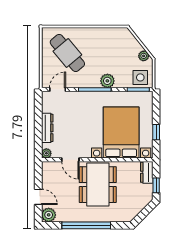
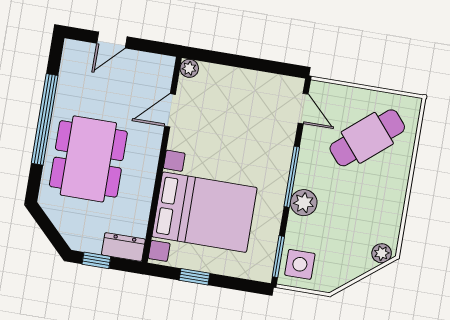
plant: (144, 56) -> (382, 253), moved
dresser: (47, 128) -> (236, 78), removed
dining table: (98, 185) -> (88, 159), moved, turned 90
plant: (49, 215) -> (75, 53), removed

